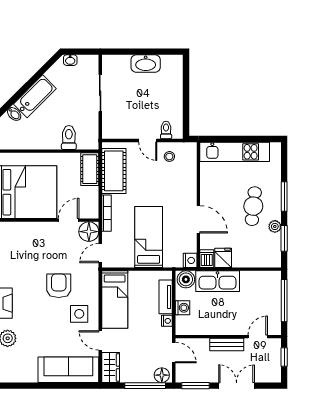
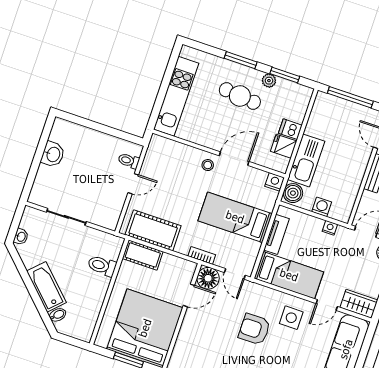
washbasin: (146, 64) -> (53, 154), width x0.72
stool: (169, 156) -> (208, 165), moved
bookcase: (106, 213) -> (202, 255), width x0.64
door: (69, 220) -> (189, 295), swing flipped
dishwasher: (207, 259) -> (290, 129), moved
tv unit: (166, 297) -> (276, 234), moved, turned -90

